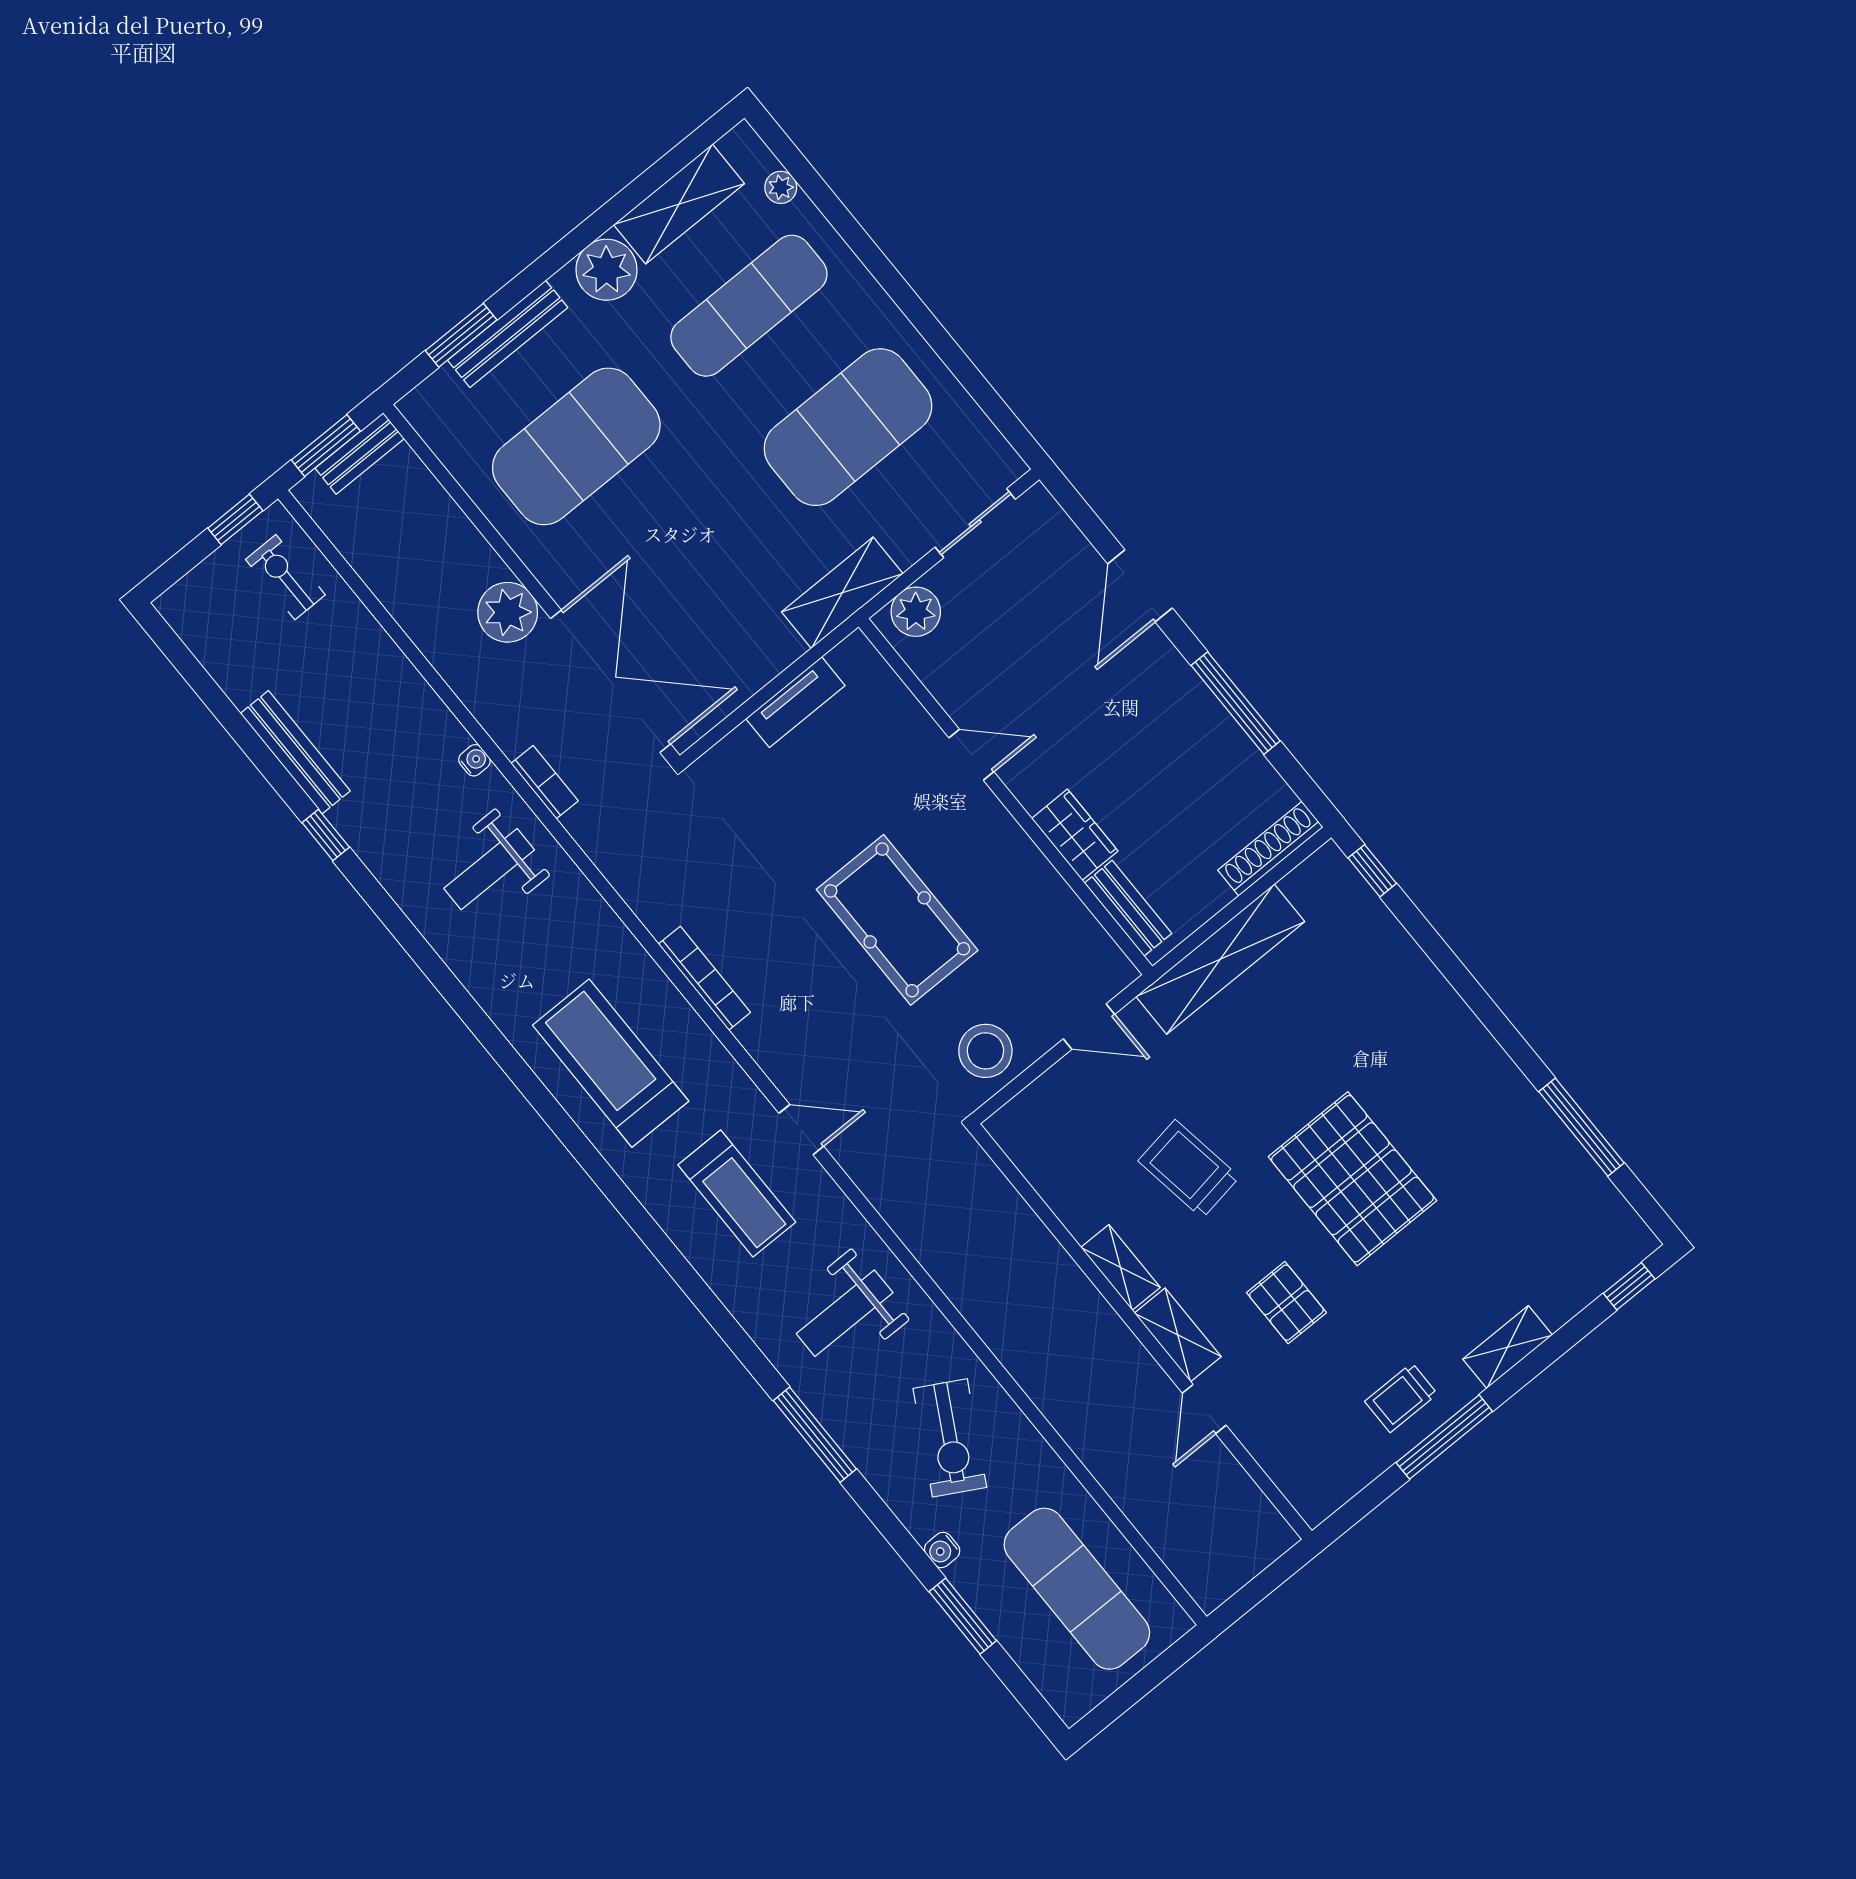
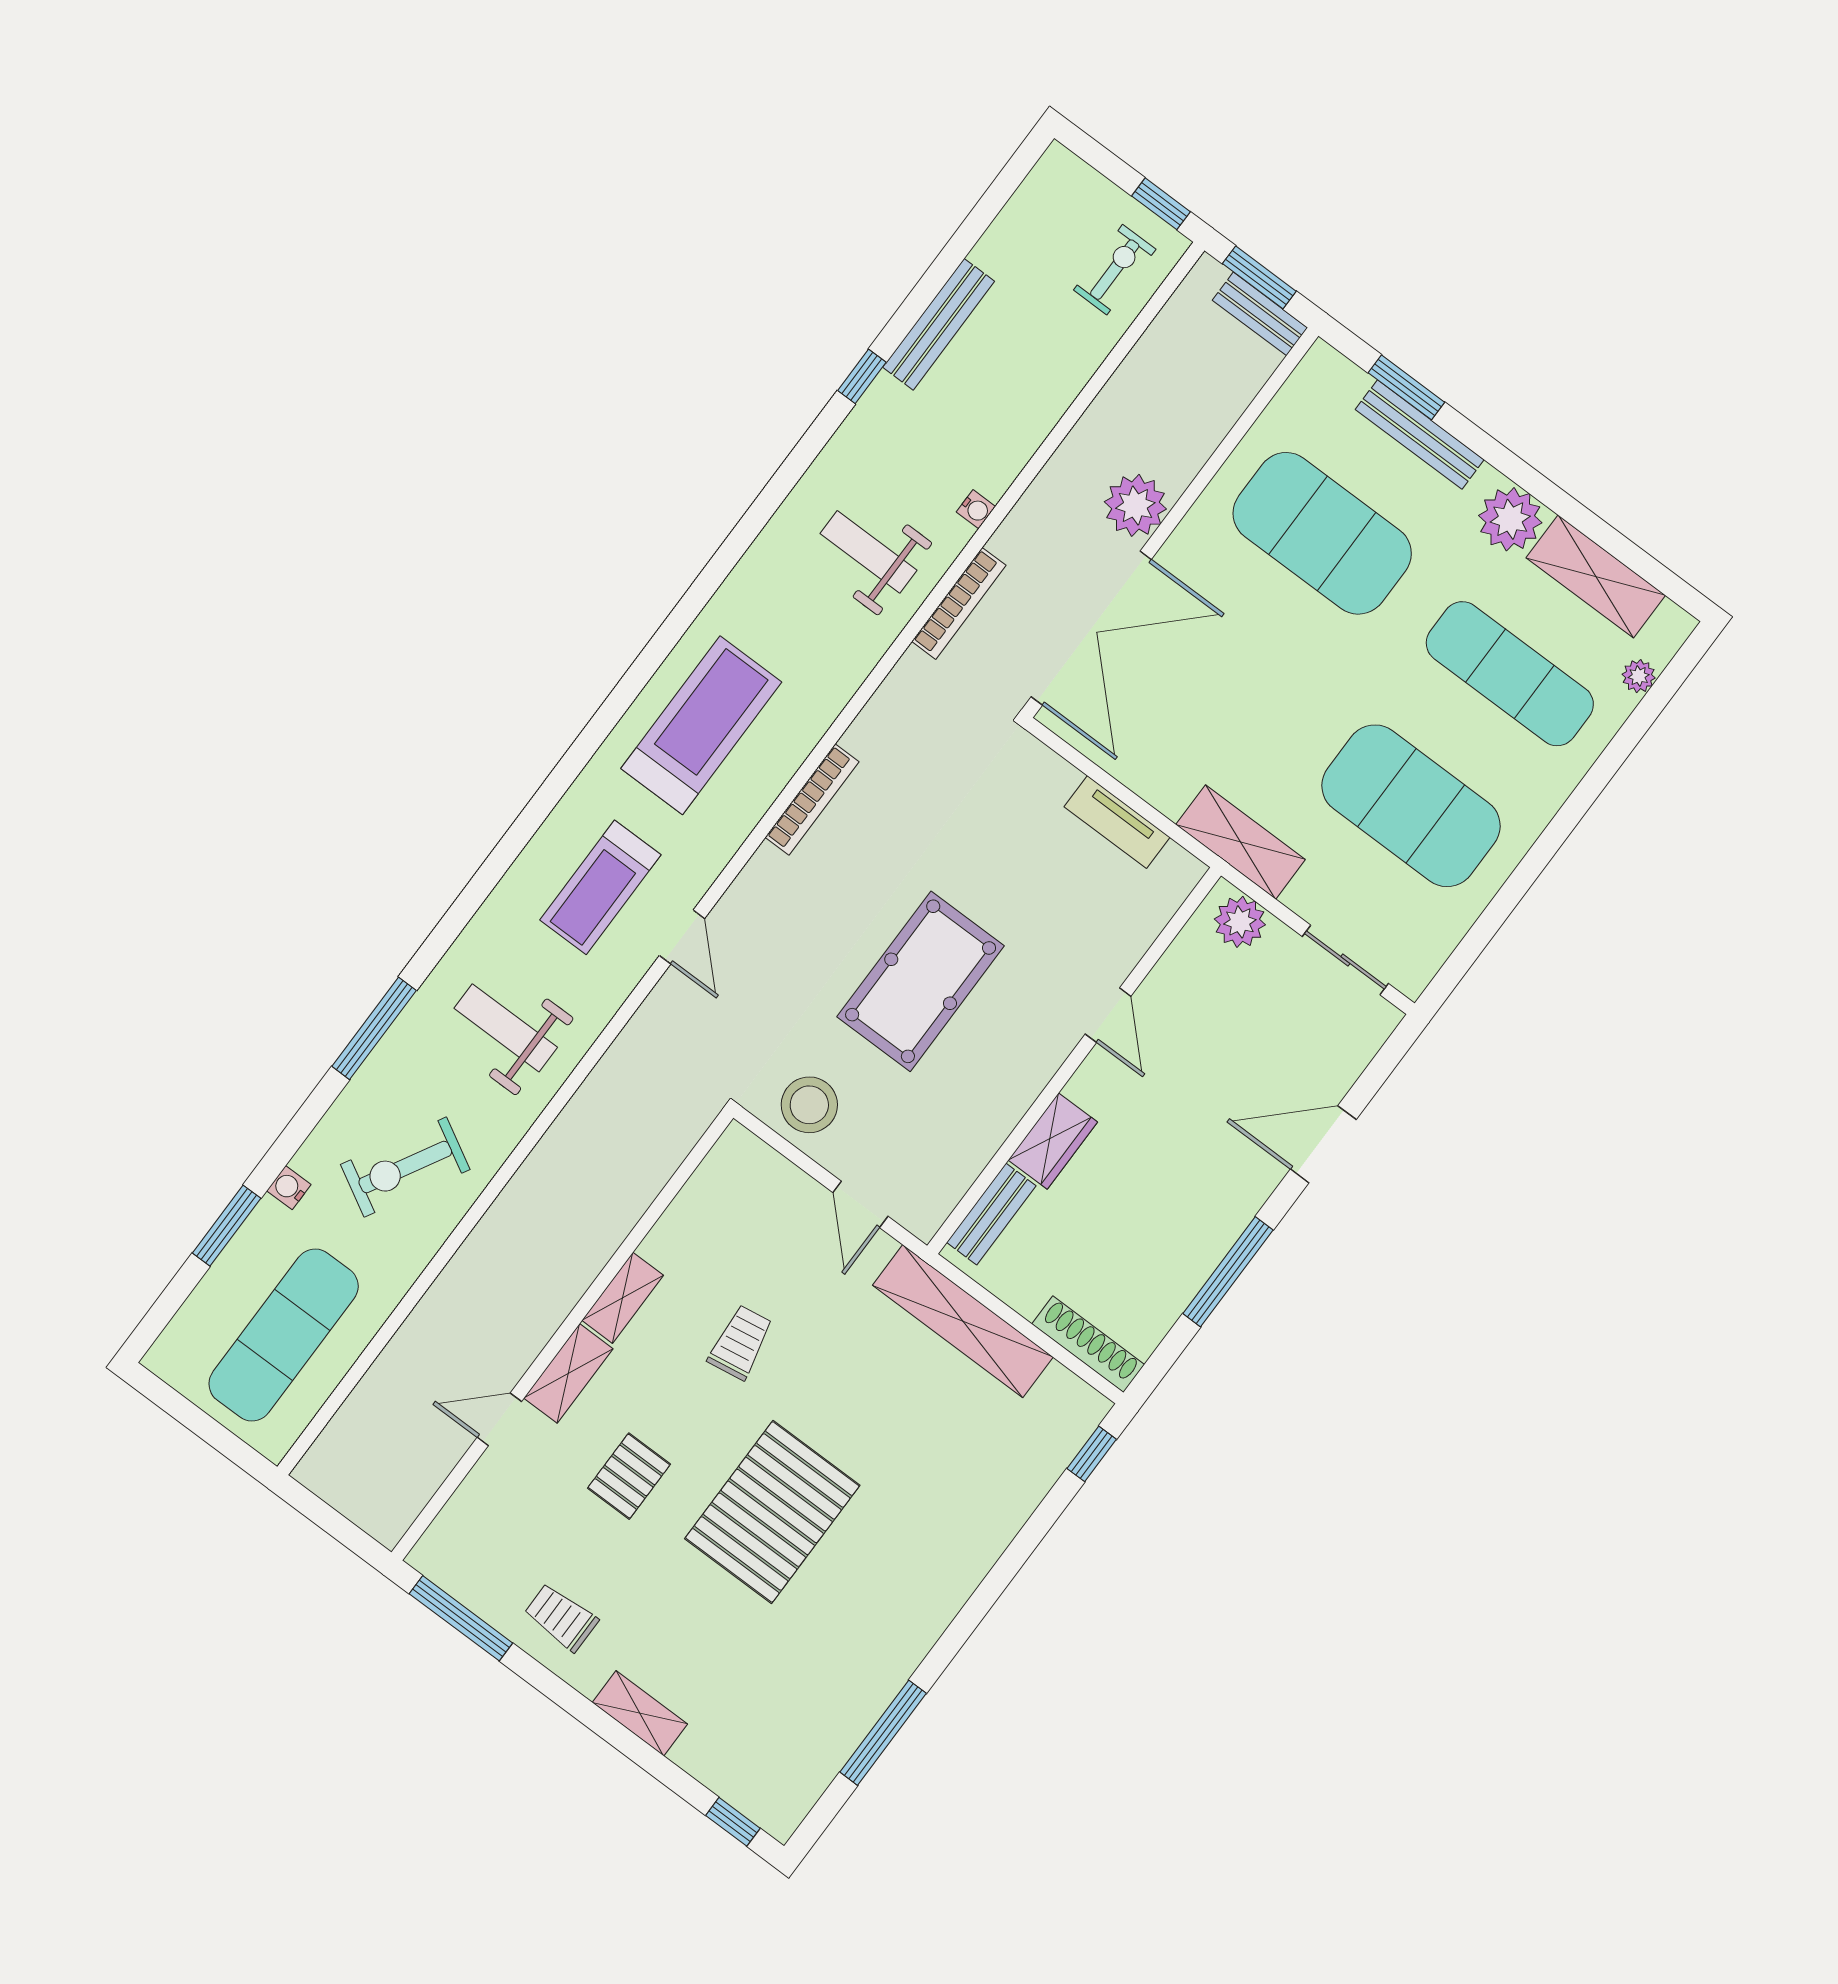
bookcase: (545, 782) -> (959, 603), width x1.56
trolley: (1189, 1169) -> (741, 1342), width x0.73, depth x0.72
window: (1444, 1437) -> (461, 1618), moved

